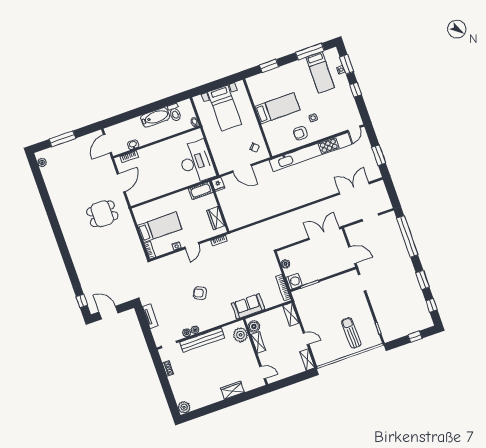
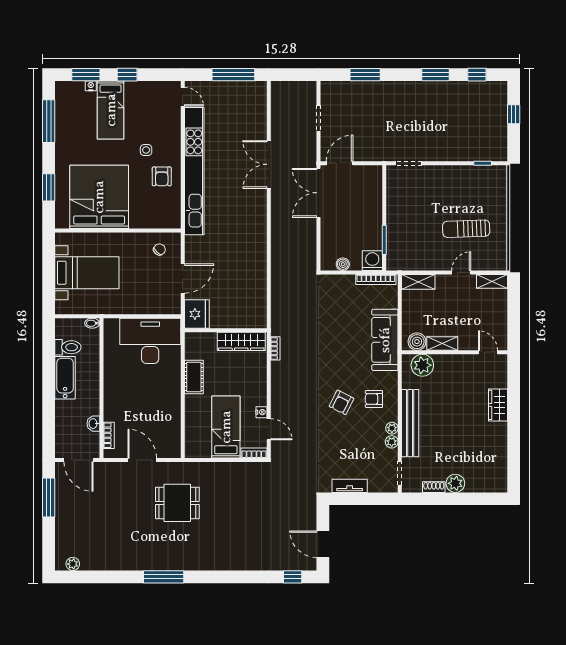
bed: (320, 72) -> (111, 110), moved, turned 90
bed: (277, 108) -> (99, 197), width x2.04
window: (62, 139) -> (49, 497), moved
window: (379, 155) -> (233, 75), width x1.44
fridge: (218, 184) -> (197, 314), width x1.88, depth x1.34
double door: (354, 188) -> (269, 164), moved
cot: (201, 191) -> (194, 377), moved
dining table: (102, 214) -> (177, 503), turned 90
wardrobe: (216, 218) -> (241, 341), width x1.50
window: (54, 221) -> (164, 577), added
window: (407, 236) -> (365, 75), width x0.47
door: (192, 246) -> (269, 429), moved
door: (352, 255) -> (340, 163), moved
sofa: (248, 306) -> (385, 340), width x1.36
armchair: (209, 312) -> (374, 399), added
door: (109, 313) -> (323, 544), hinge flipped
sun lounger: (351, 333) -> (466, 229), moved
door: (263, 373) -> (488, 352), hinge flipped
plant: (184, 407) -> (455, 483), moved

